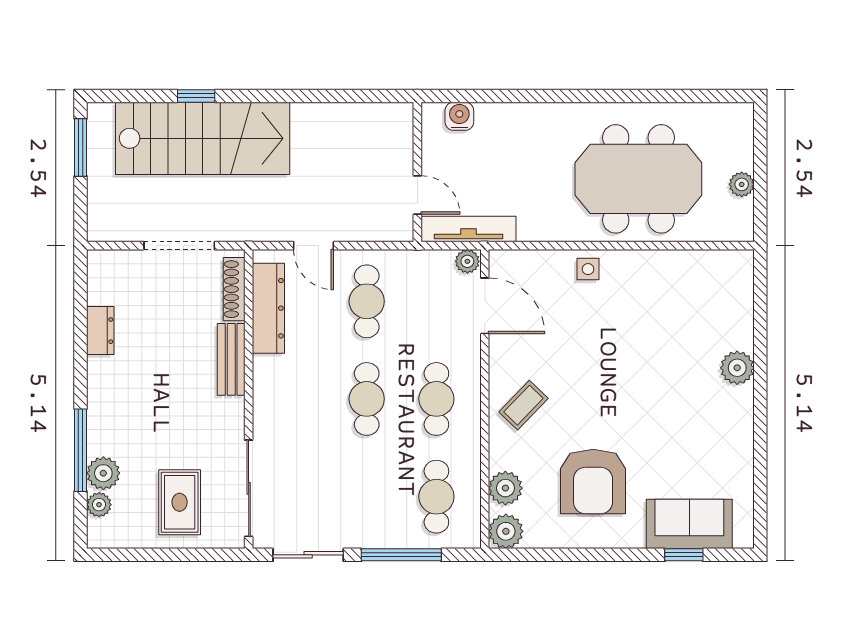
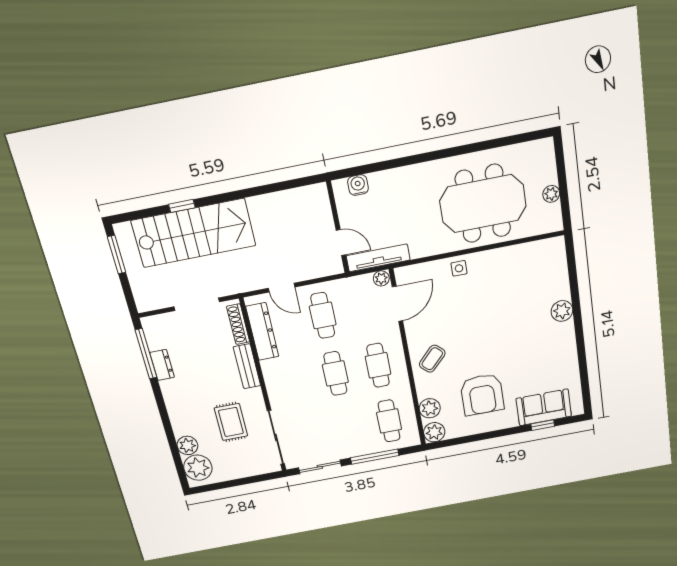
door: (485, 306) -> (397, 304), hinge flipped
window: (81, 450) -> (146, 354), moved
rug: (180, 502) -> (231, 422), moved
plant: (99, 505) -> (198, 468), width x1.88, depth x1.88

